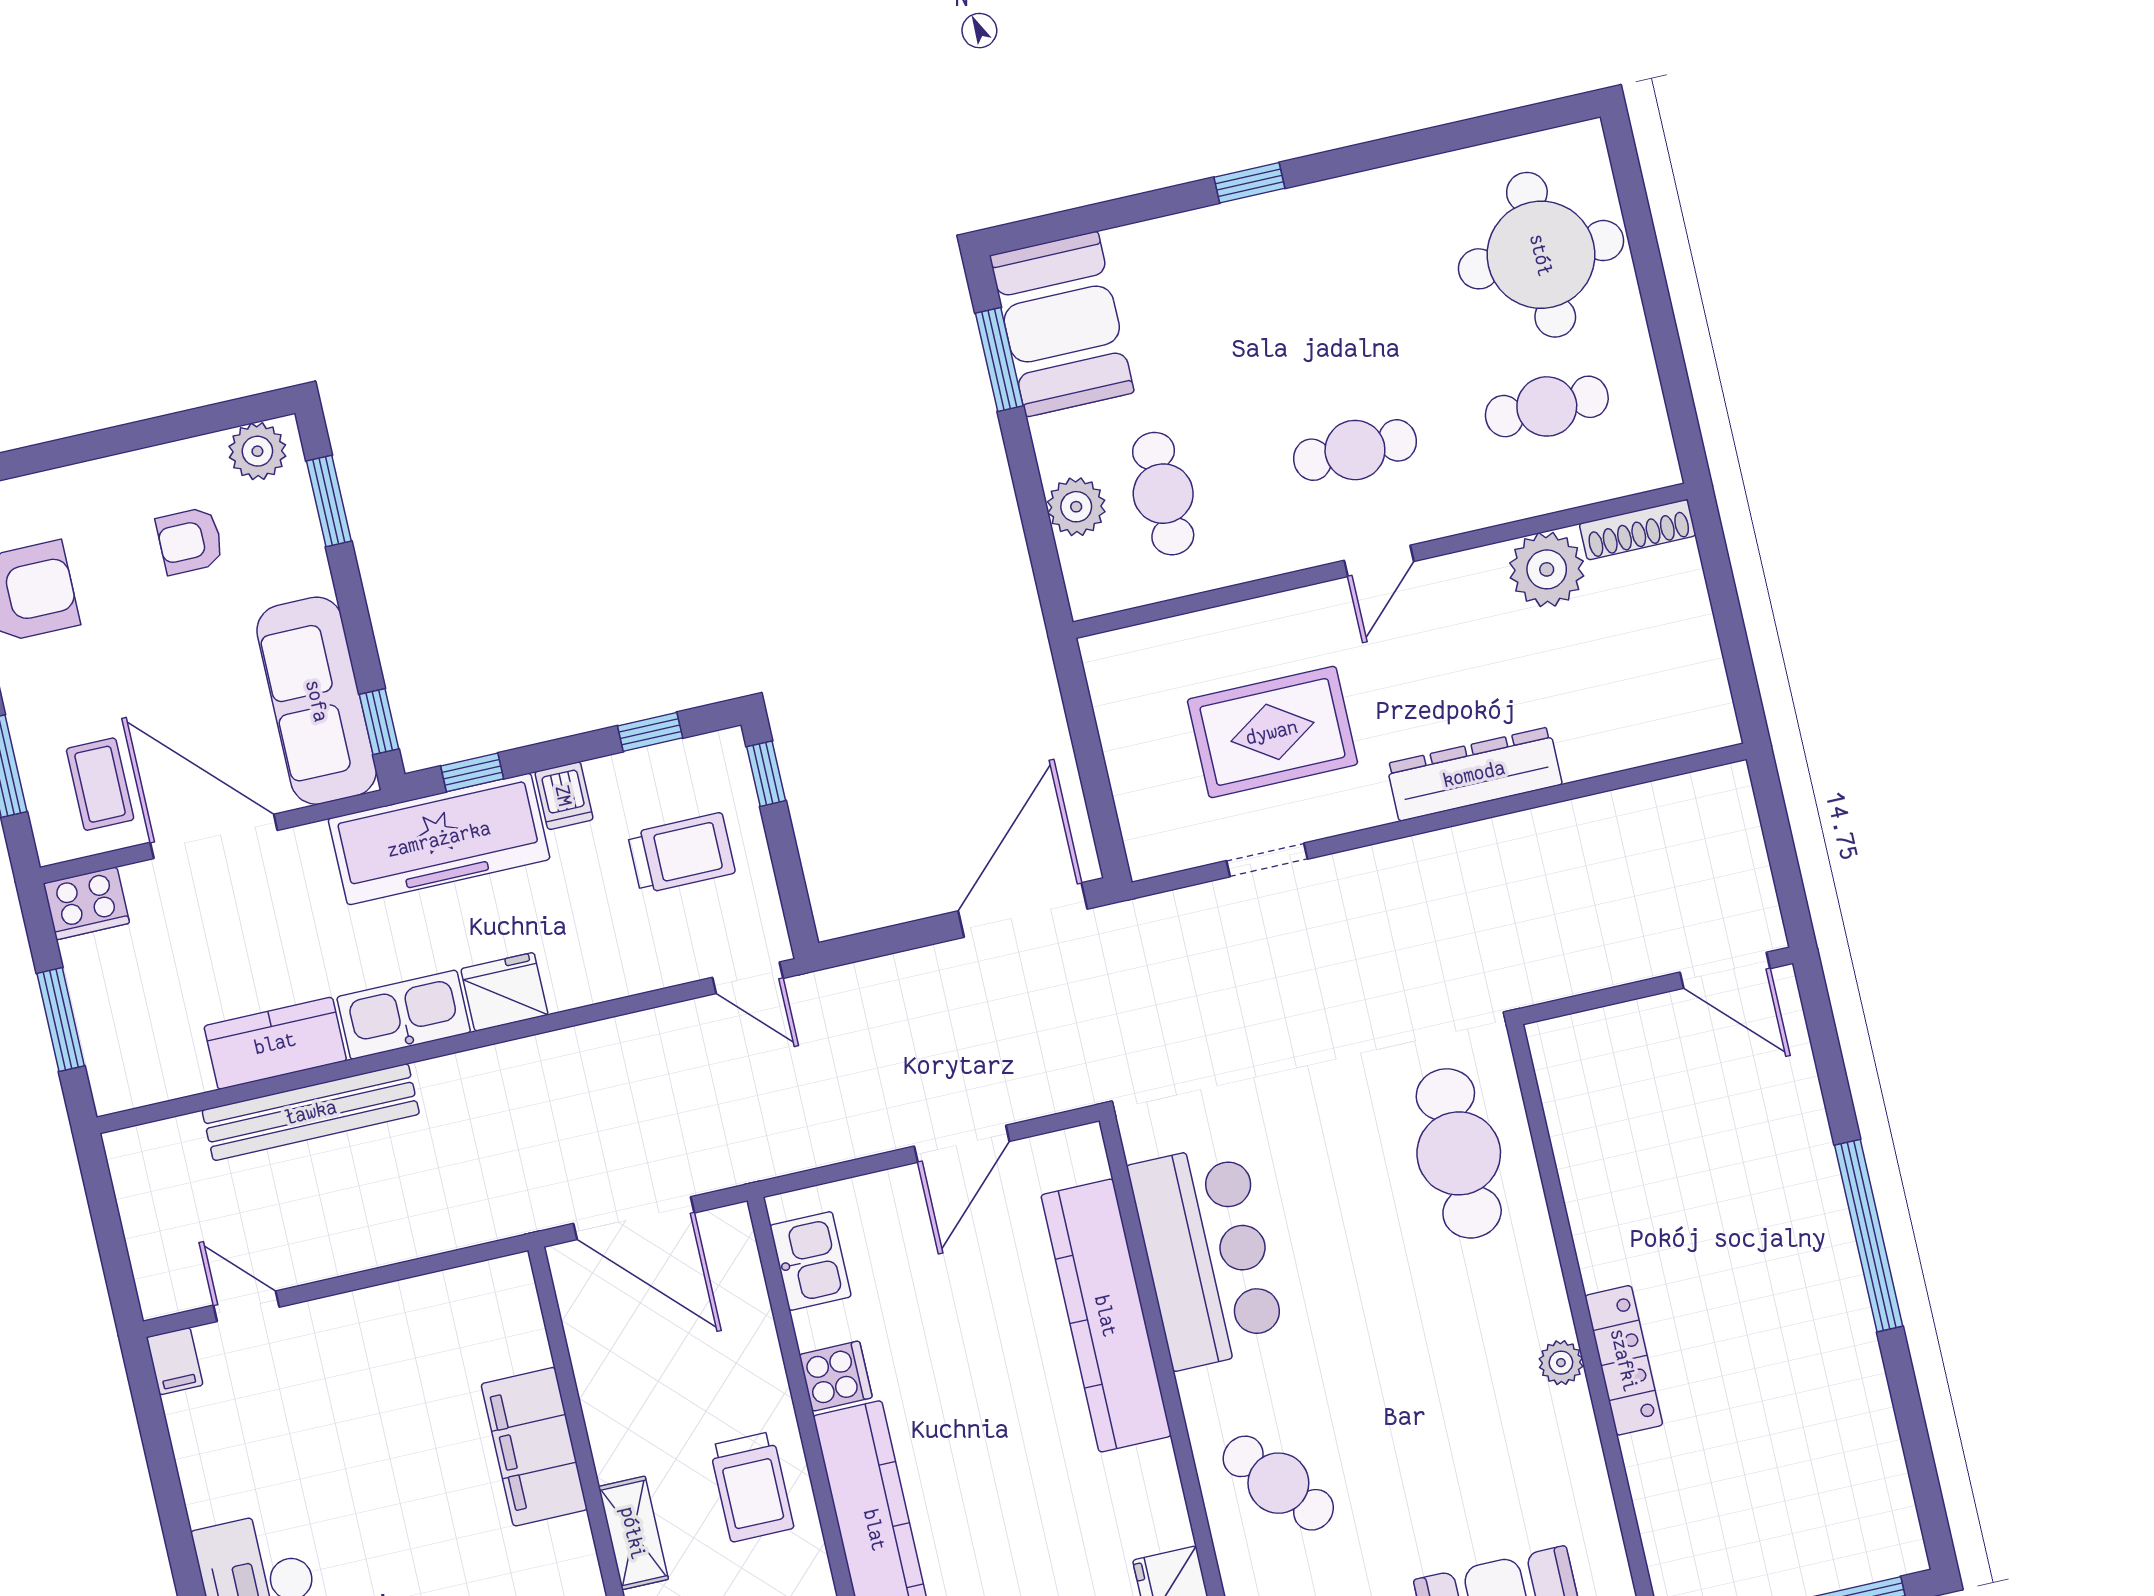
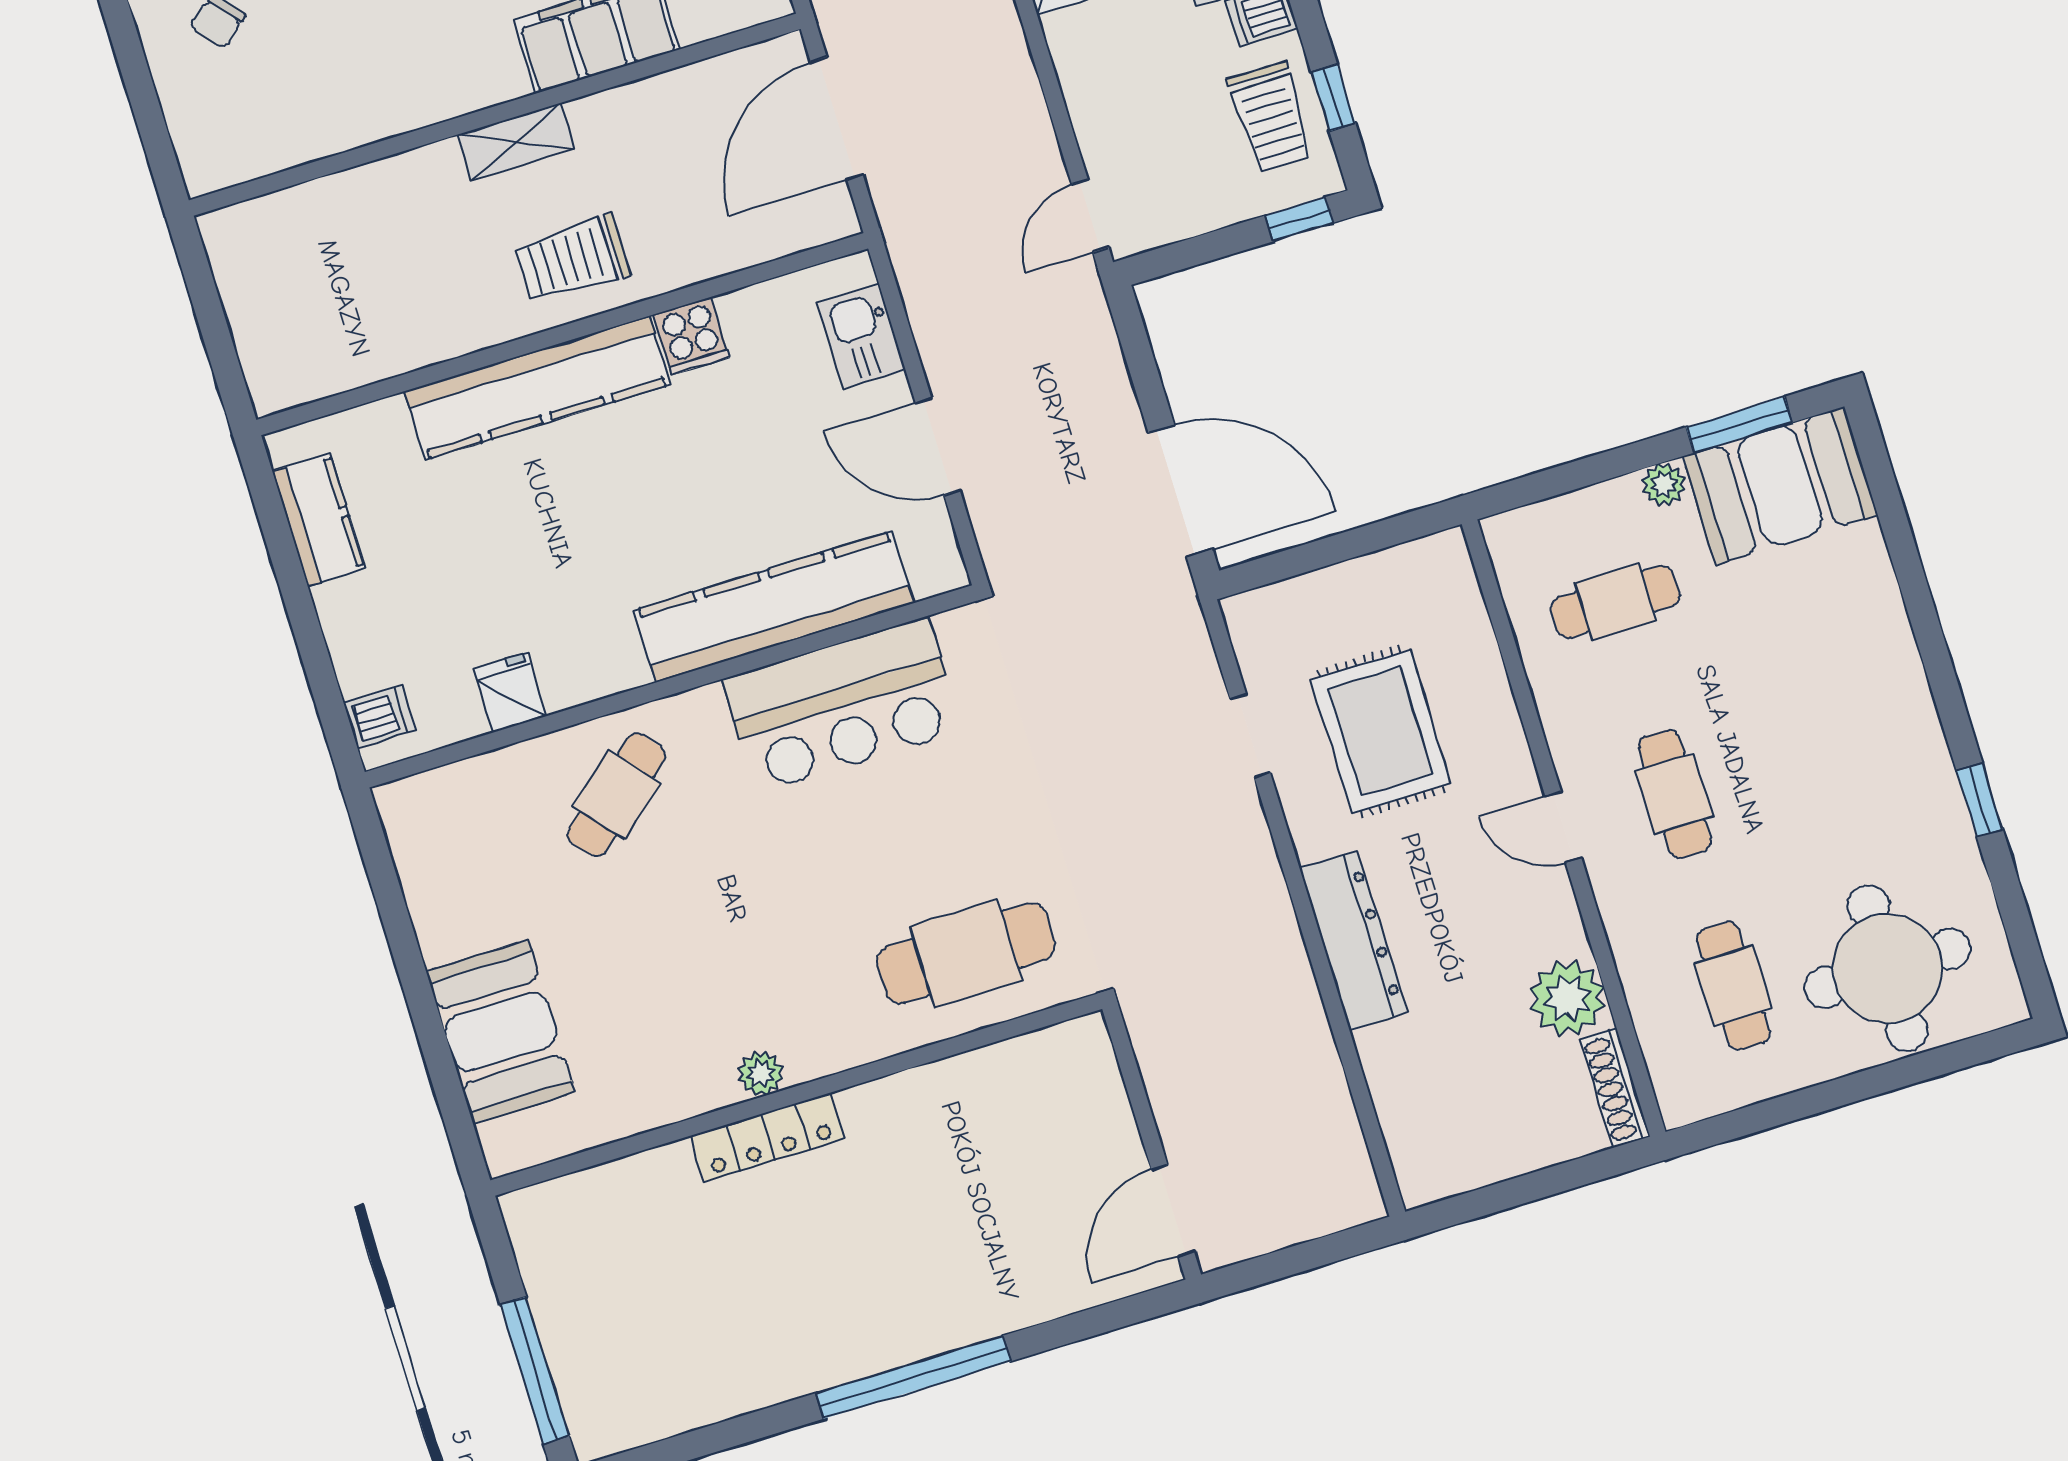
window: (1249, 183) -> (1980, 800), moved
plant: (1076, 507) -> (1664, 485), moved, width x0.73, depth x0.73
trolley: (681, 853) -> (1271, 117), moved
kitchen sink: (811, 1261) -> (861, 336), moved, turned 90

